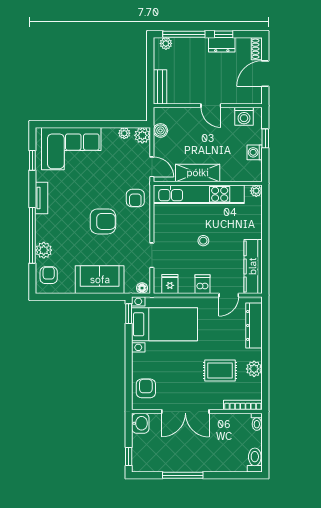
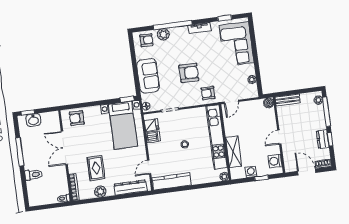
boiler: (160, 130) -> (269, 103), moved
plant: (142, 135) -> (252, 92), removed
shelving: (198, 173) -> (234, 152), moved
armchair: (103, 221) -> (189, 73), turned -90
dishwasher: (203, 284) -> (153, 137), moved
door: (229, 295) -> (149, 167), hinge flipped
armchair: (146, 388) -> (77, 118), turned 180
washbasin: (140, 423) -> (33, 120), moved
toilet: (255, 460) -> (34, 175), moved

